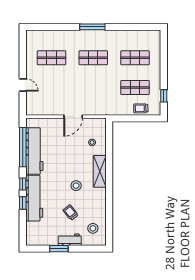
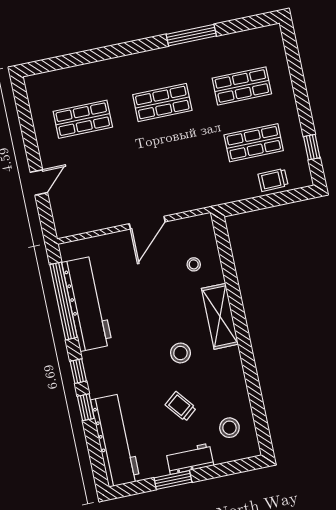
window: (92, 27) -> (191, 35), moved
door: (23, 85) -> (39, 182), hinge flipped
workbench: (34, 198) -> (115, 440), moved

